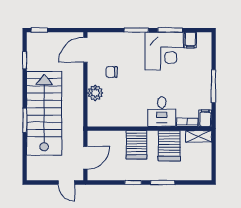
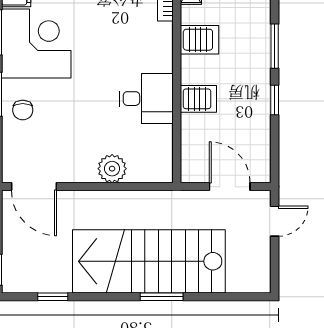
chair: (112, 72) -> (23, 110), moved
desk: (162, 112) -> (146, 99), moved
server rack: (136, 145) -> (198, 99), width x0.73, depth x0.70
server rack: (169, 146) -> (199, 40), width x0.73, depth x0.70

